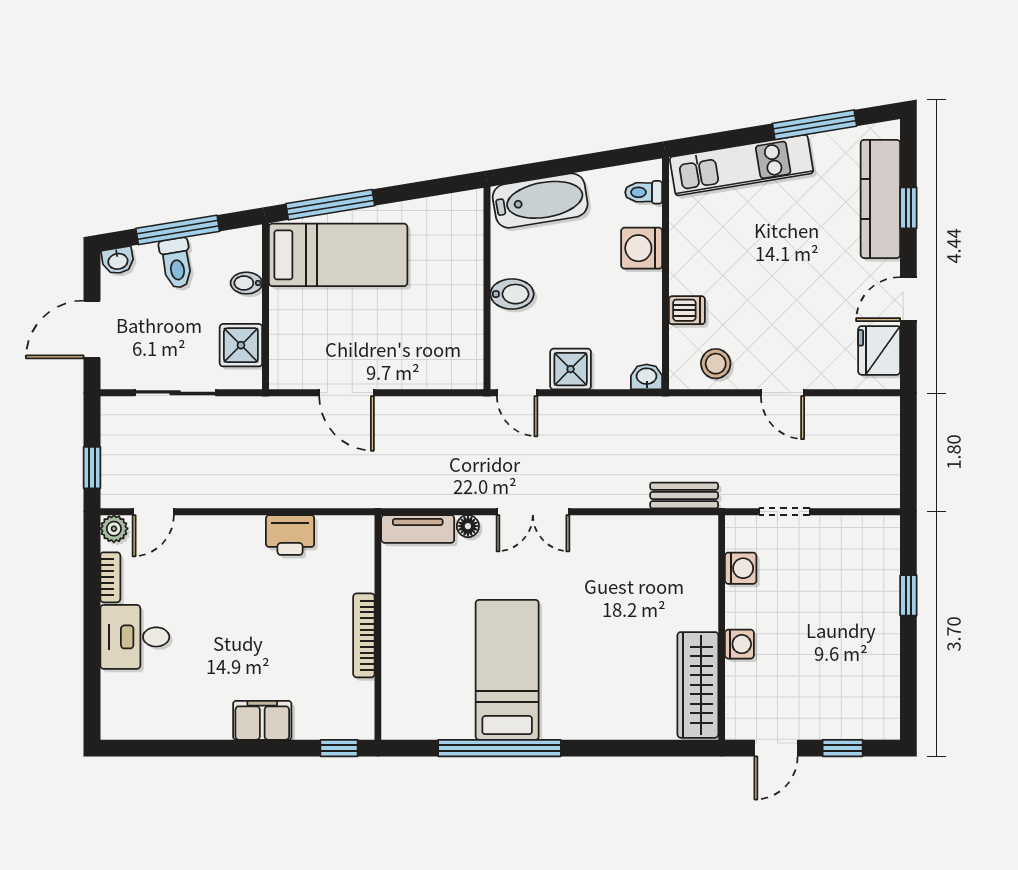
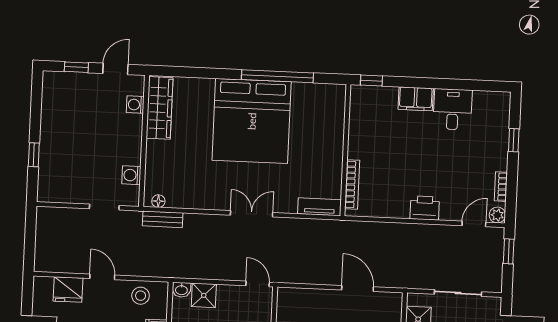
fridge: (879, 350) -> (68, 290), moved, turned 90
shower: (571, 369) -> (204, 295), moved
floor lamp: (468, 526) -> (158, 201), moved
printer: (290, 535) -> (425, 208), moved
bookcase: (364, 635) -> (352, 185), moved
desk: (135, 637) -> (453, 109), moved, turned -90
washing machine: (739, 644) -> (135, 105), moved
window: (92, 657) -> (514, 140), added
bed: (507, 670) -> (252, 121), width x2.04

